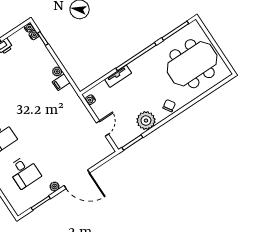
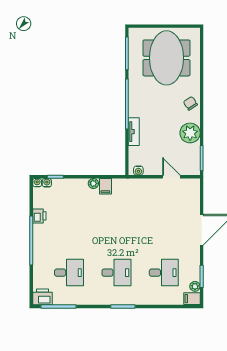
plant: (55, 187) -> (195, 286), moved
filing cabinet: (19, 207) -> (192, 299), added

